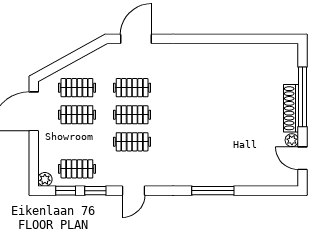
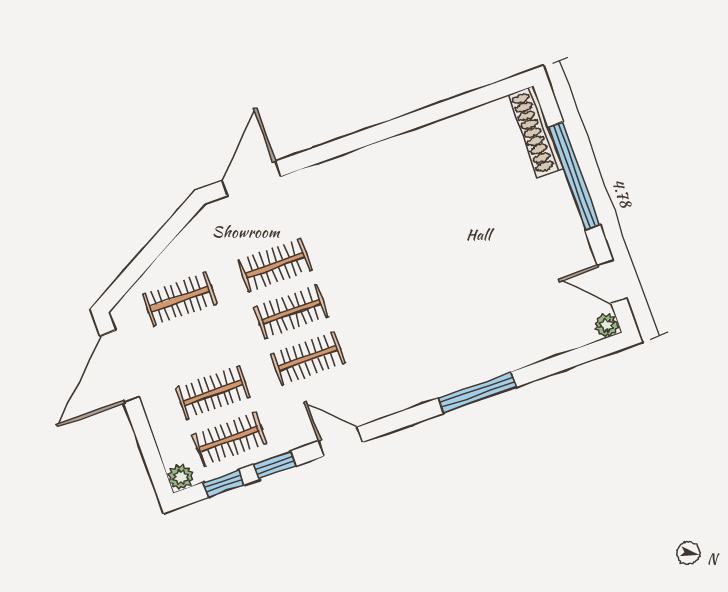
shoe rack: (291, 108) -> (536, 131), moved
clothes rail: (77, 115) -> (213, 392), moved
plant: (292, 140) -> (607, 325), moved
door: (133, 191) -> (340, 442), swing flipped

